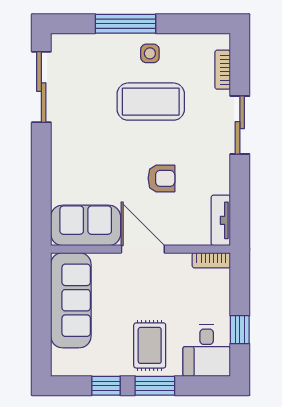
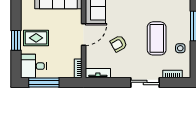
side table: (150, 53) -> (180, 48), moved
armchair: (161, 178) -> (119, 44), turned 61
window: (240, 330) -> (44, 82), width x2.17
window: (106, 386) -> (16, 16), removed

